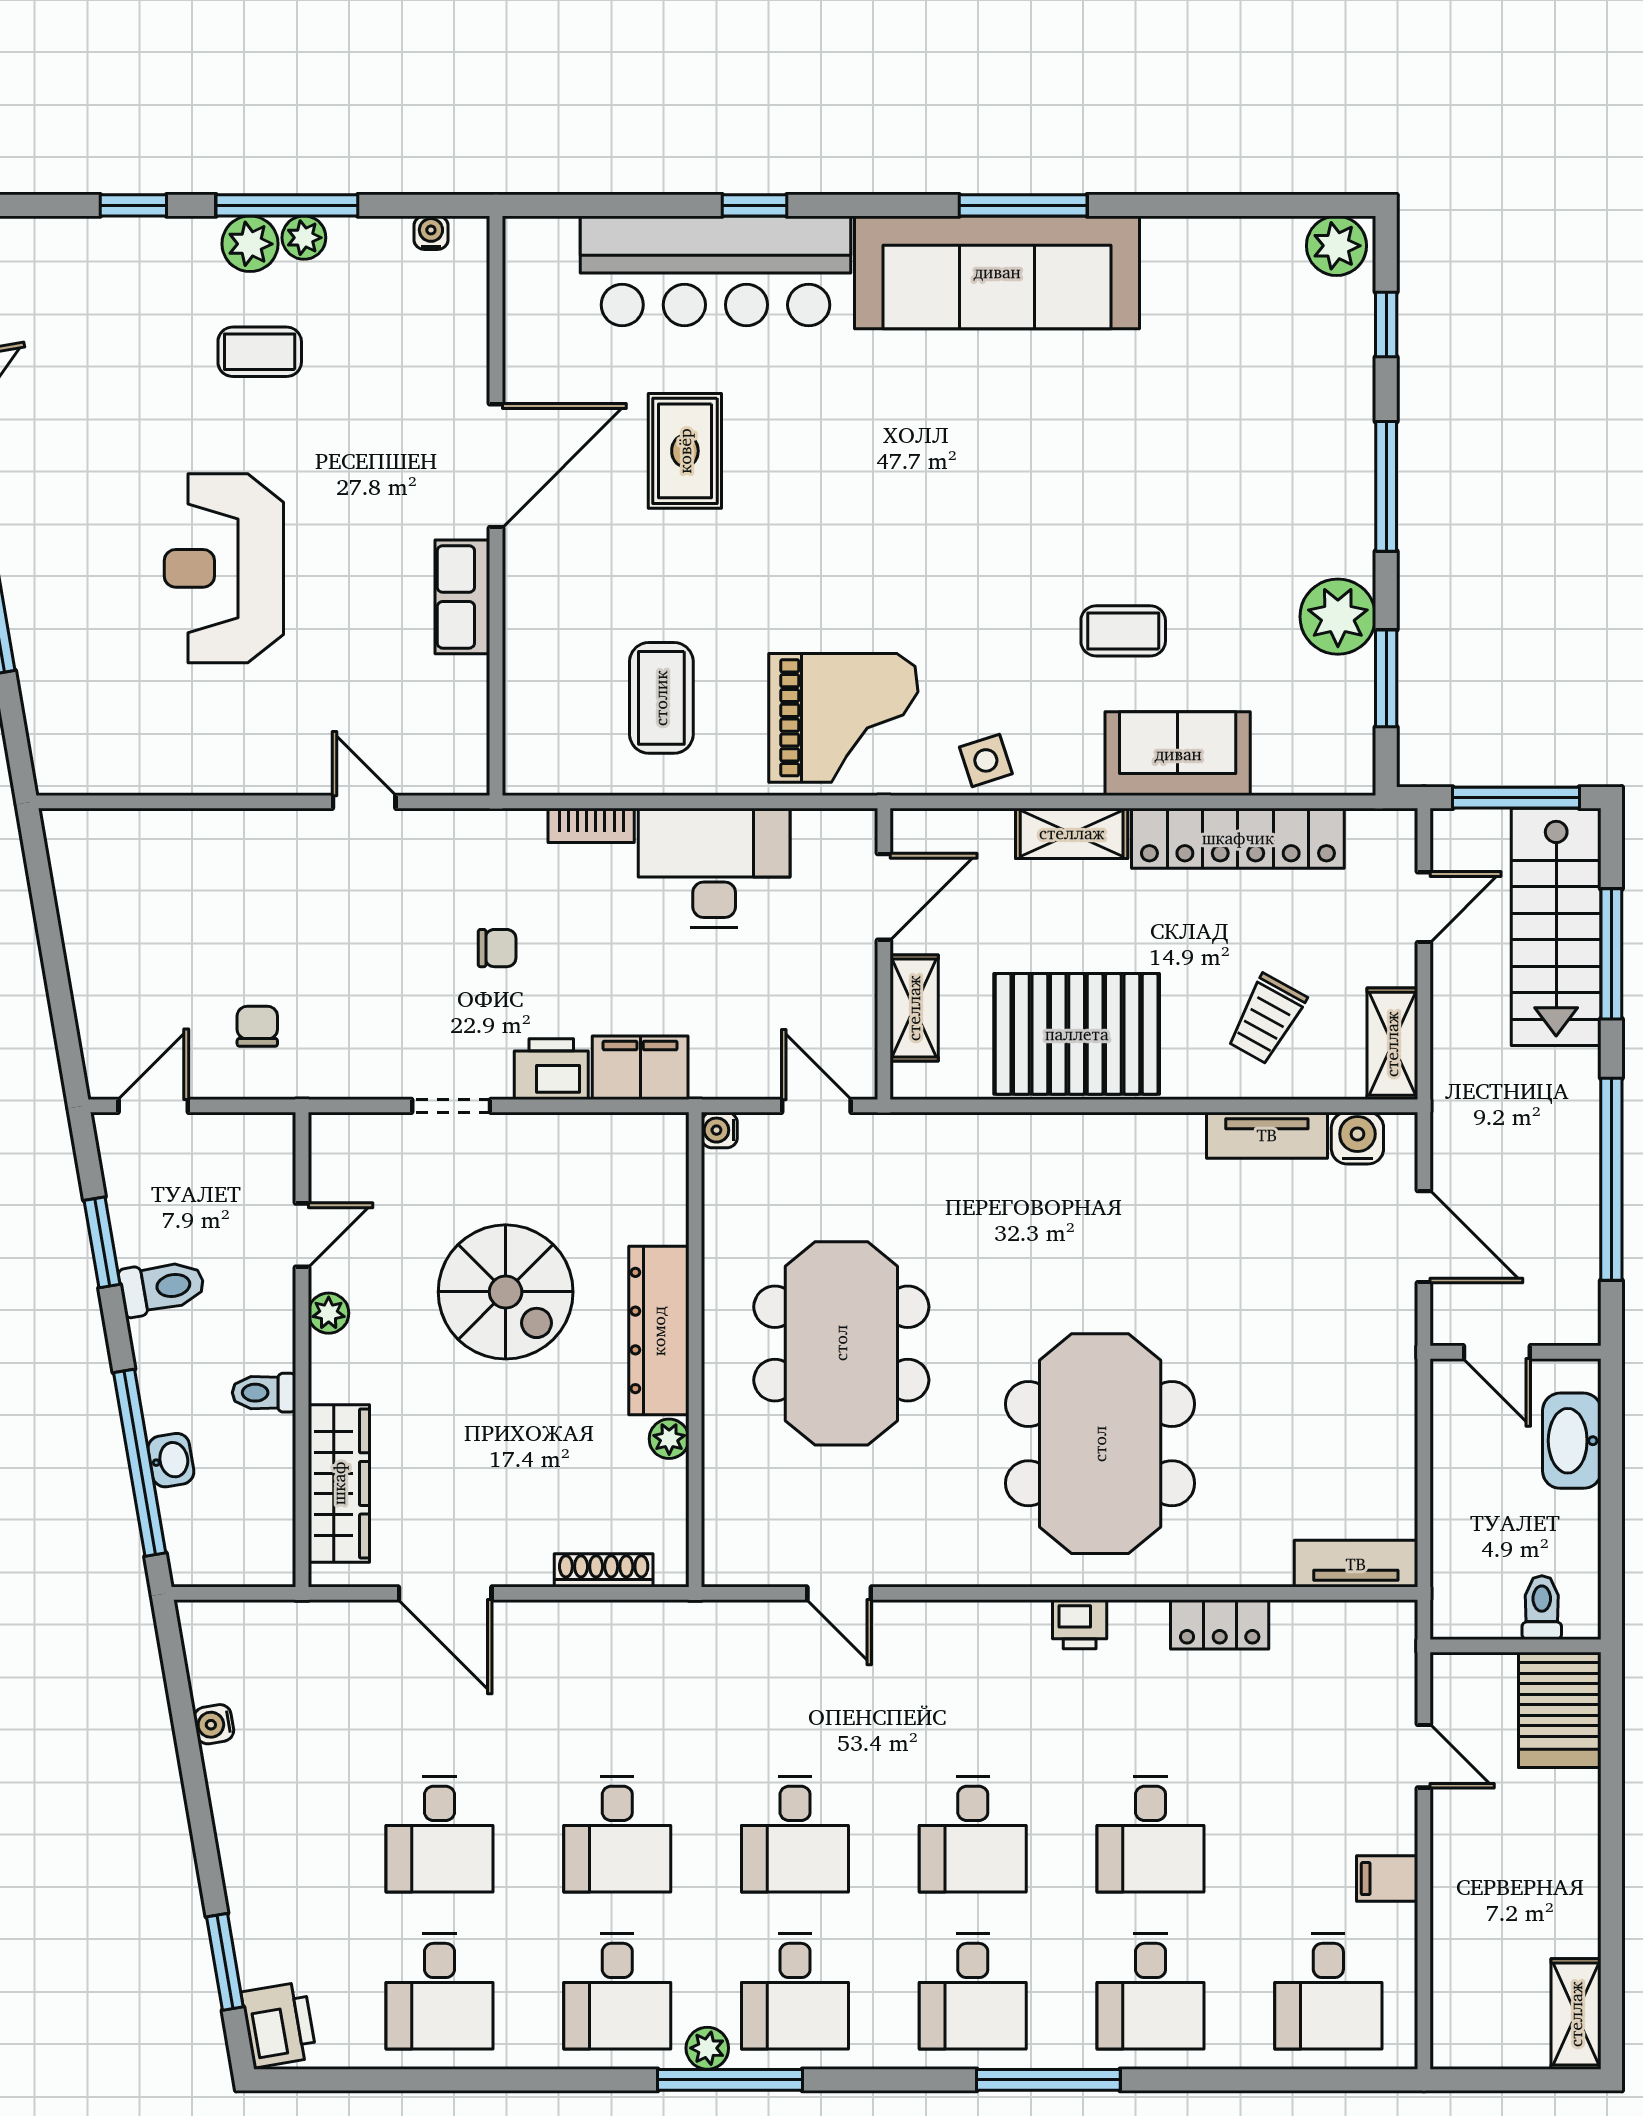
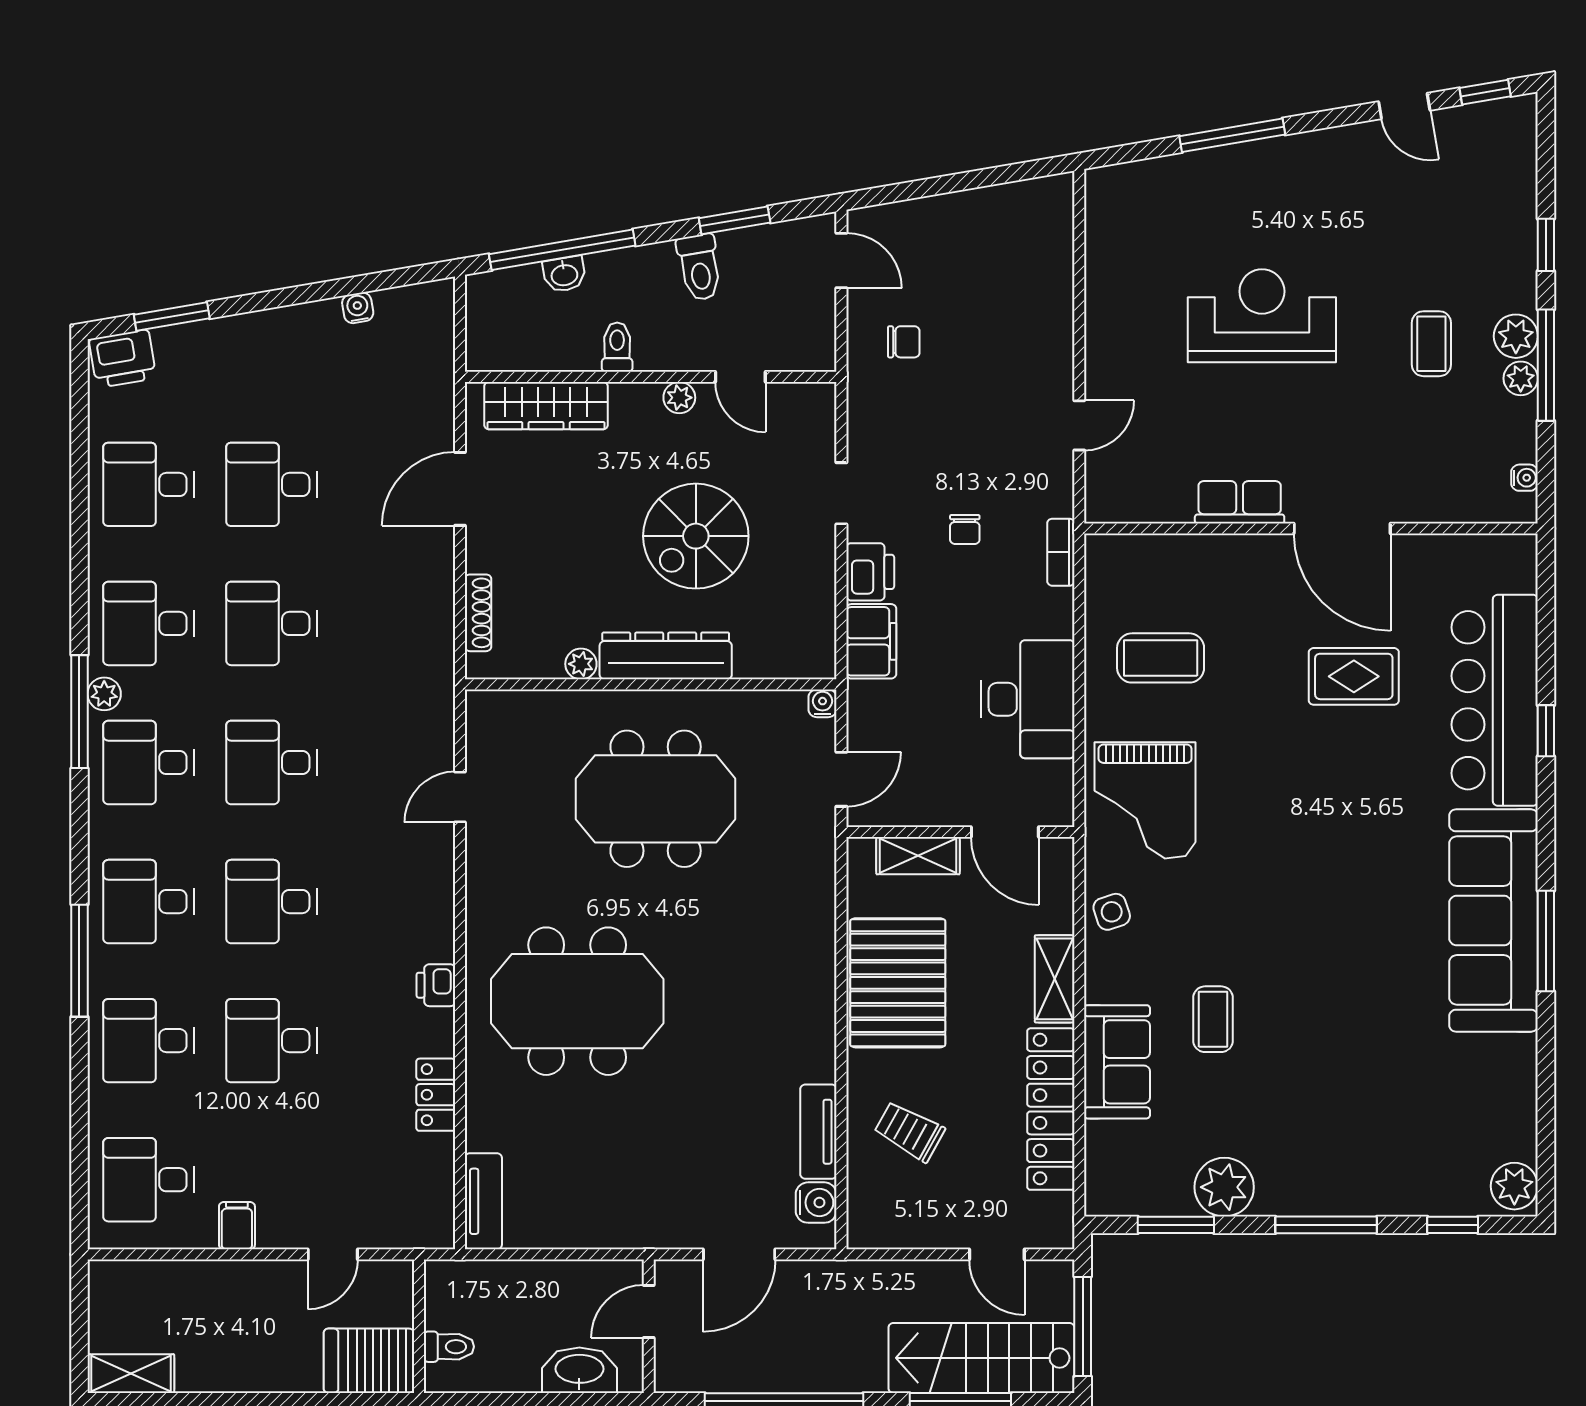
bookcase: (591, 825) -> (1061, 552), moved
shelving: (1392, 1044) -> (890, 1230), removed

